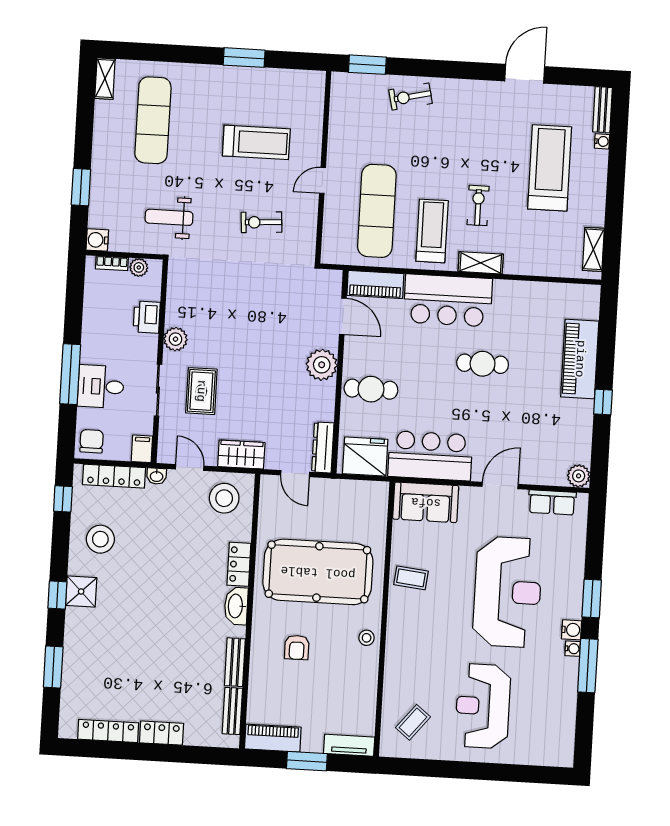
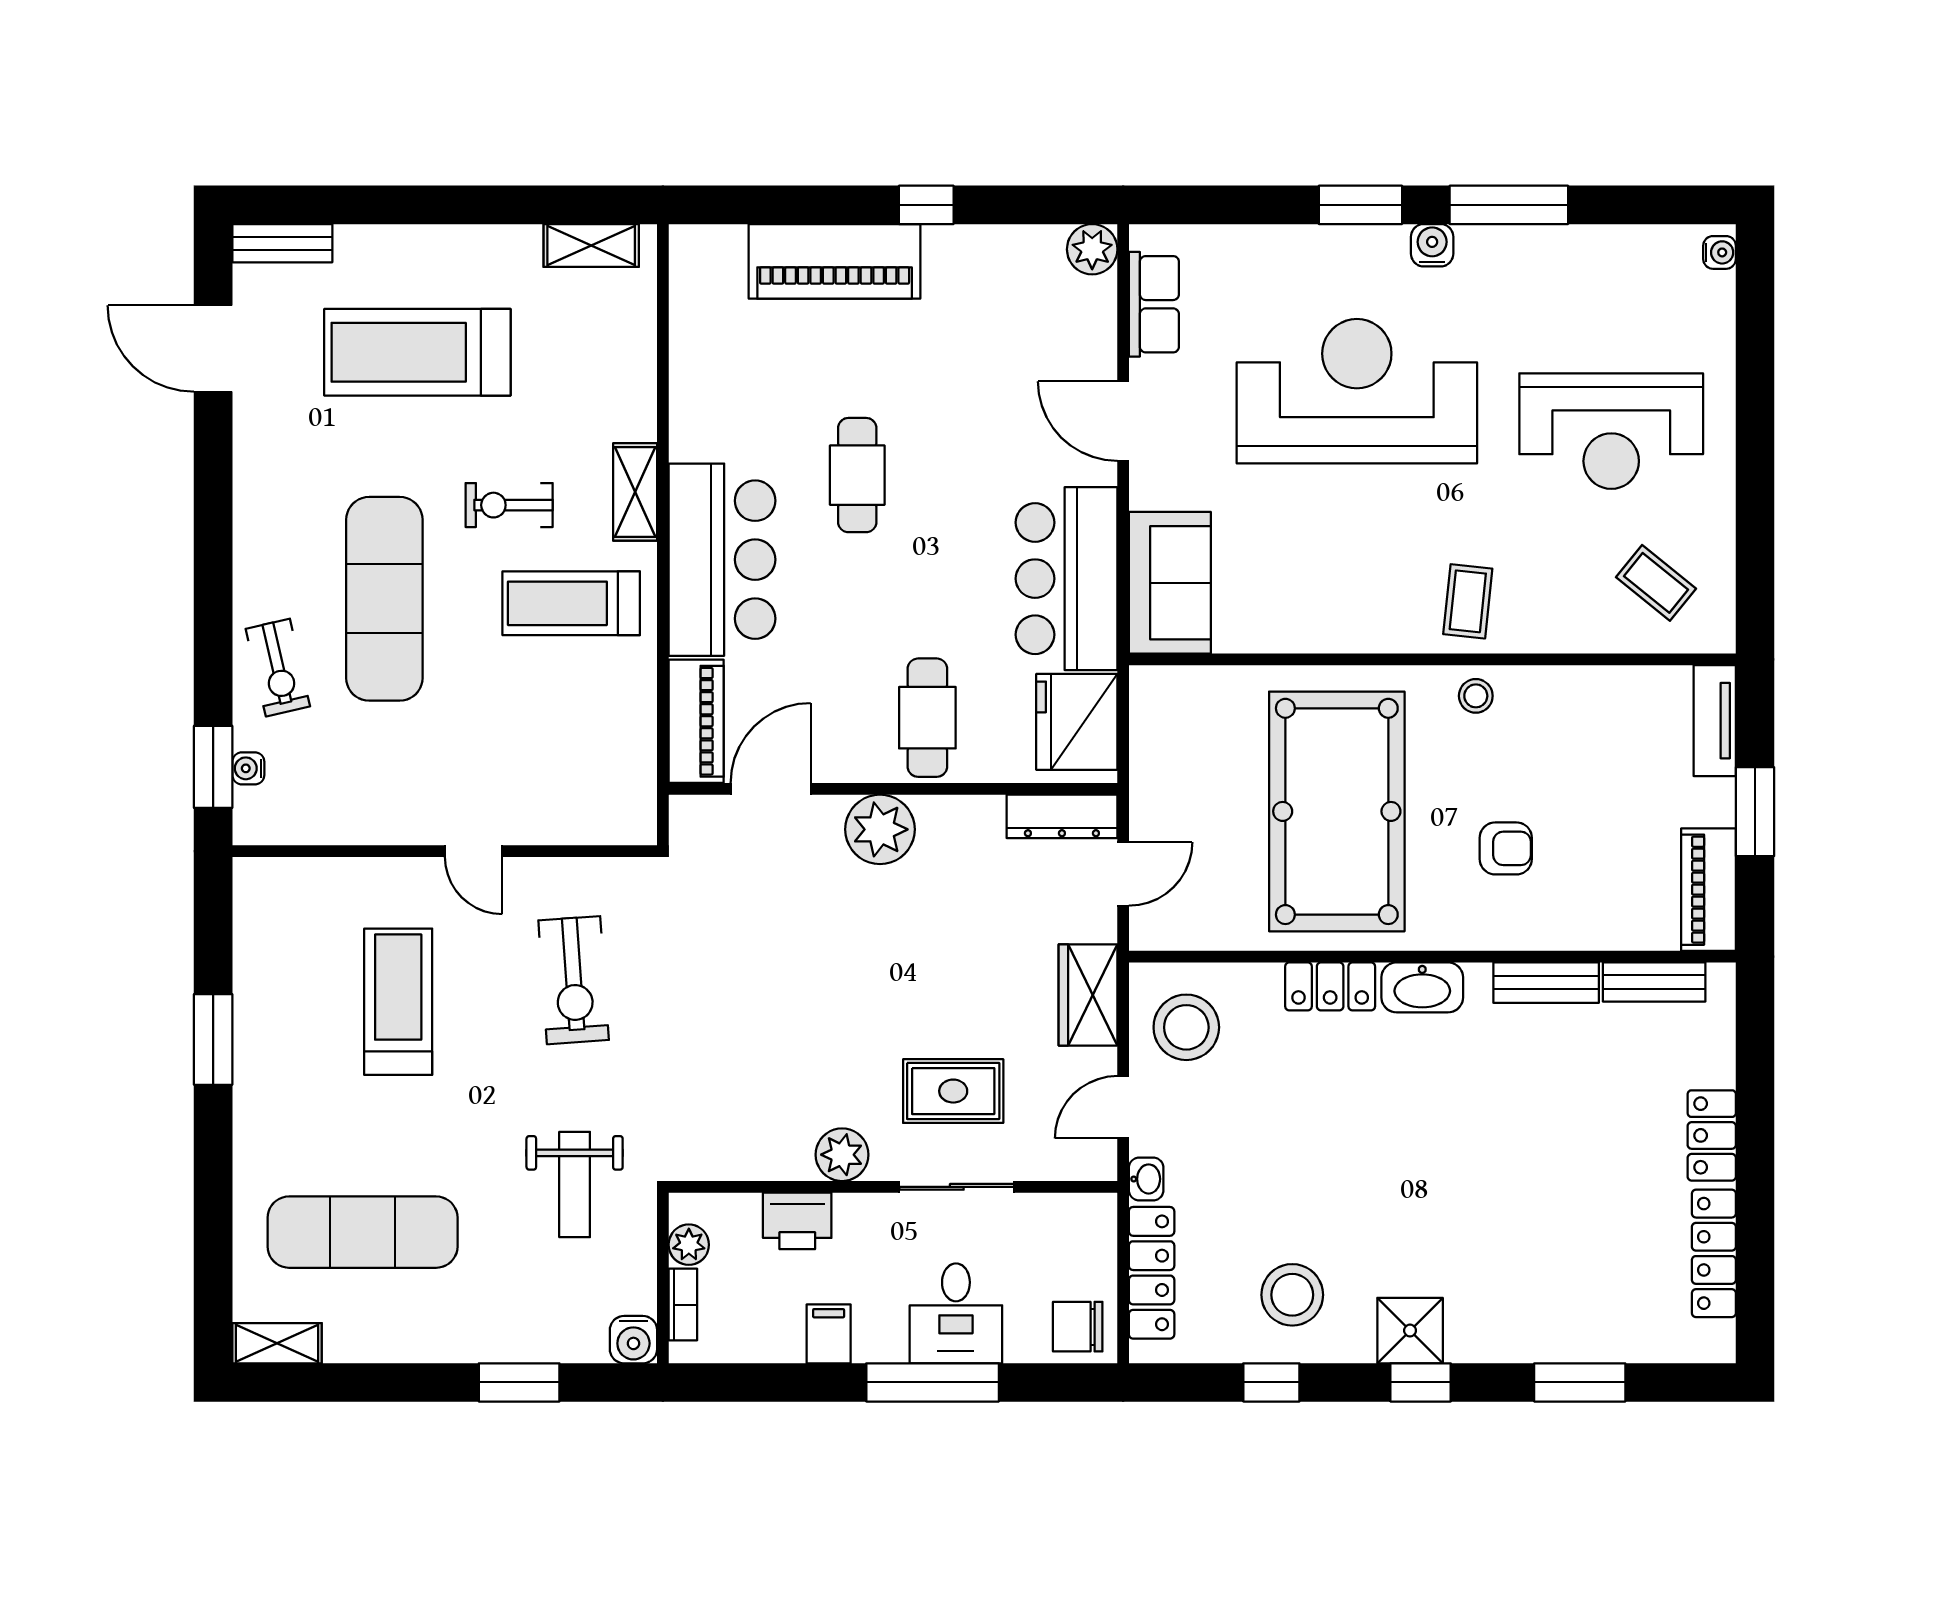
door: (525, 74) -> (213, 349), moved
water cooler: (602, 141) -> (248, 768), moved, turned -90
exercise mat: (377, 211) -> (384, 599), moved, turned 90
exercise bike: (261, 222) -> (574, 980), width x1.38, depth x1.39
filing cabinet: (142, 449) -> (829, 1334), moved, turned 90
window: (63, 499) -> (1271, 1382), moved
coffee table: (411, 578) -> (1468, 601), moved
water cooler: (573, 649) -> (1720, 252), moved, turned 90

